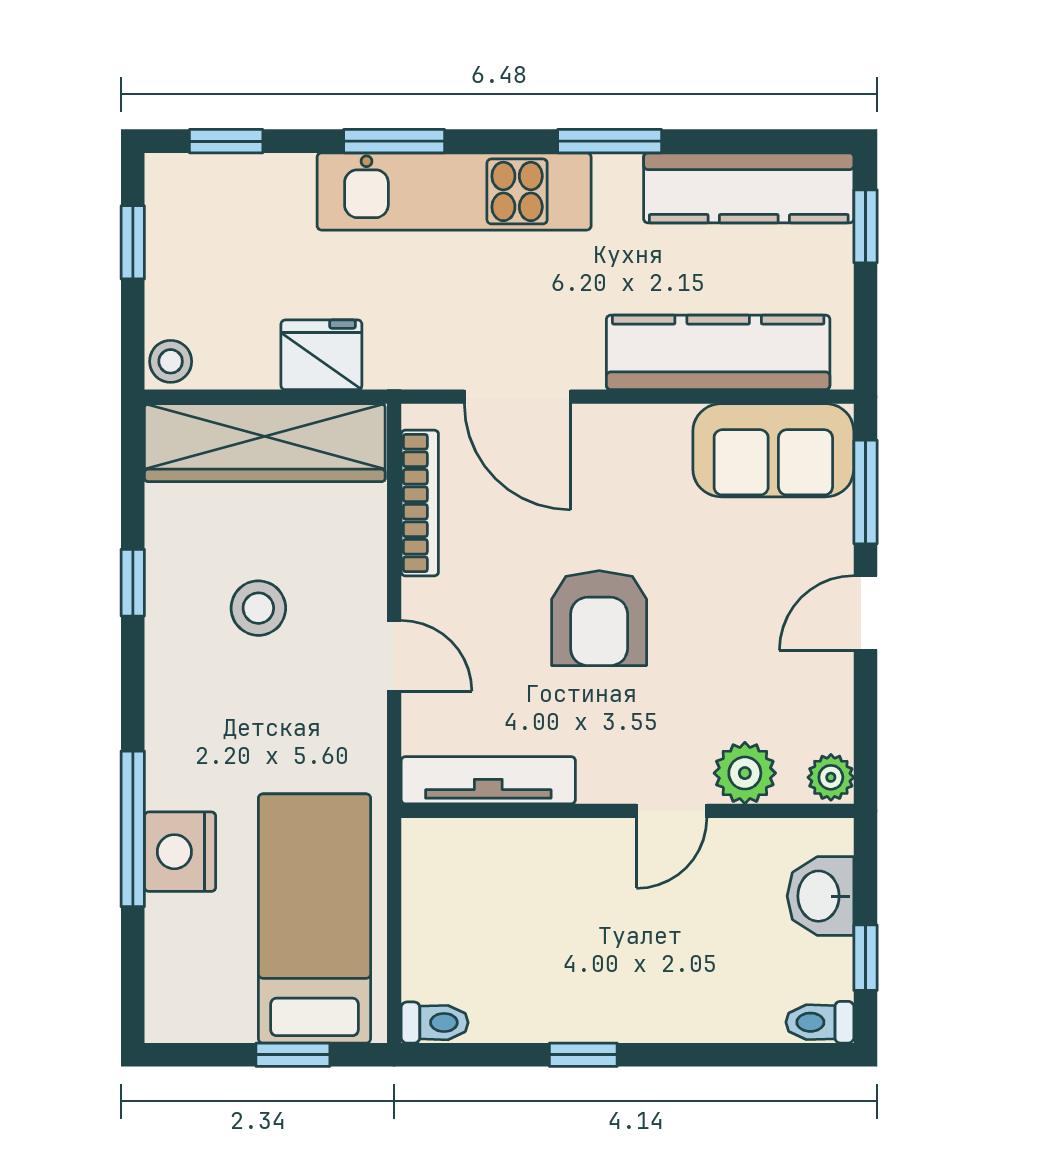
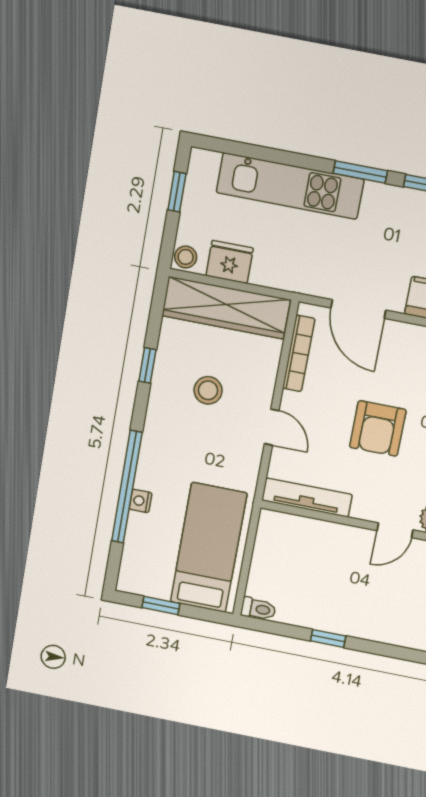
window: (226, 141) -> (234, 148), removed
window: (394, 141) -> (360, 172), moved
kitchen unit: (454, 191) -> (290, 186), moved
fridge: (321, 355) -> (230, 262), moved
window: (133, 829) -> (127, 487), width x1.46
nightstand: (180, 852) -> (140, 501), width x0.53, depth x0.56
window: (293, 1055) -> (161, 605), moved

